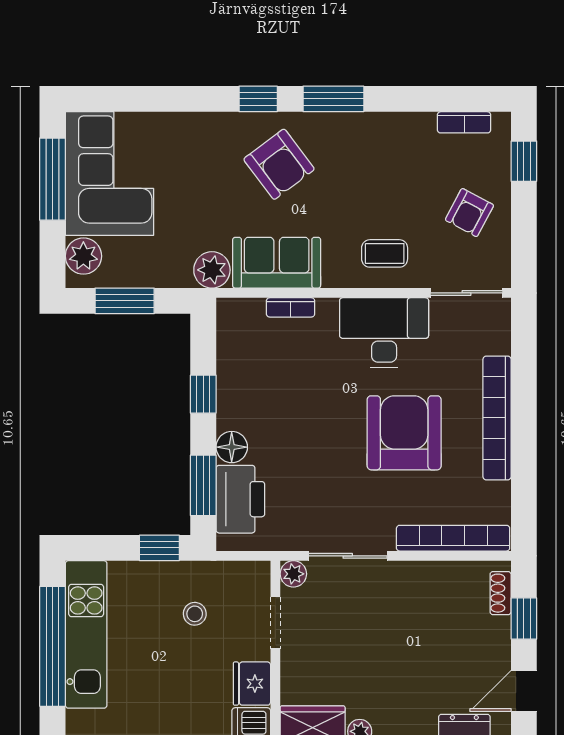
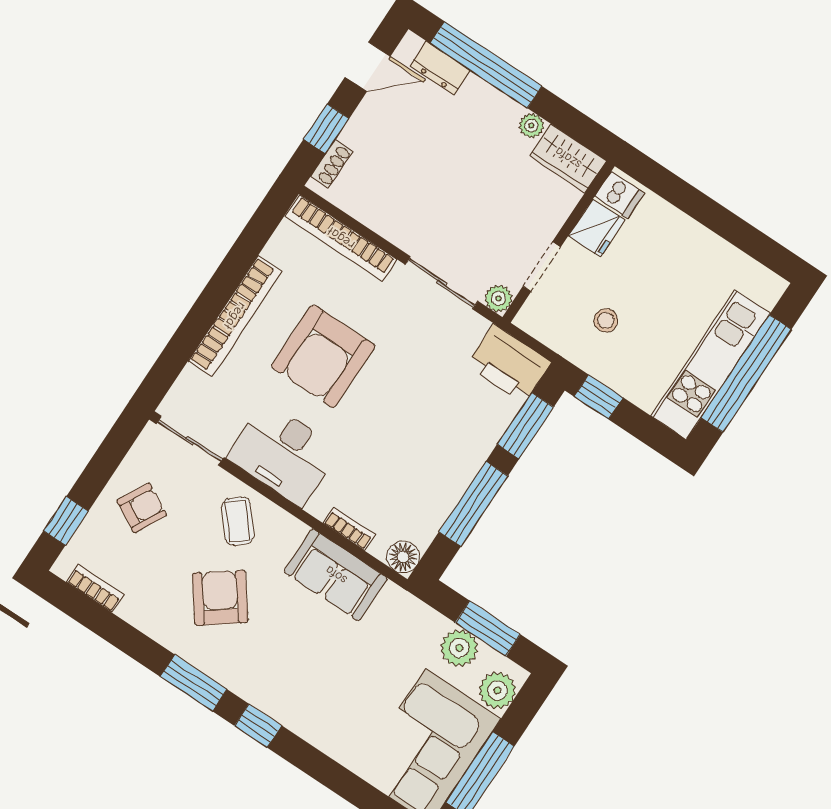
armchair: (279, 164) -> (220, 598), moved
coffee table: (385, 253) -> (238, 521), turned 50
plant: (212, 270) -> (459, 648), moved
window: (203, 394) -> (473, 504), width x2.17
floor lamp: (232, 447) -> (403, 557), moved
printer: (240, 499) -> (509, 364), moved, turned -90

